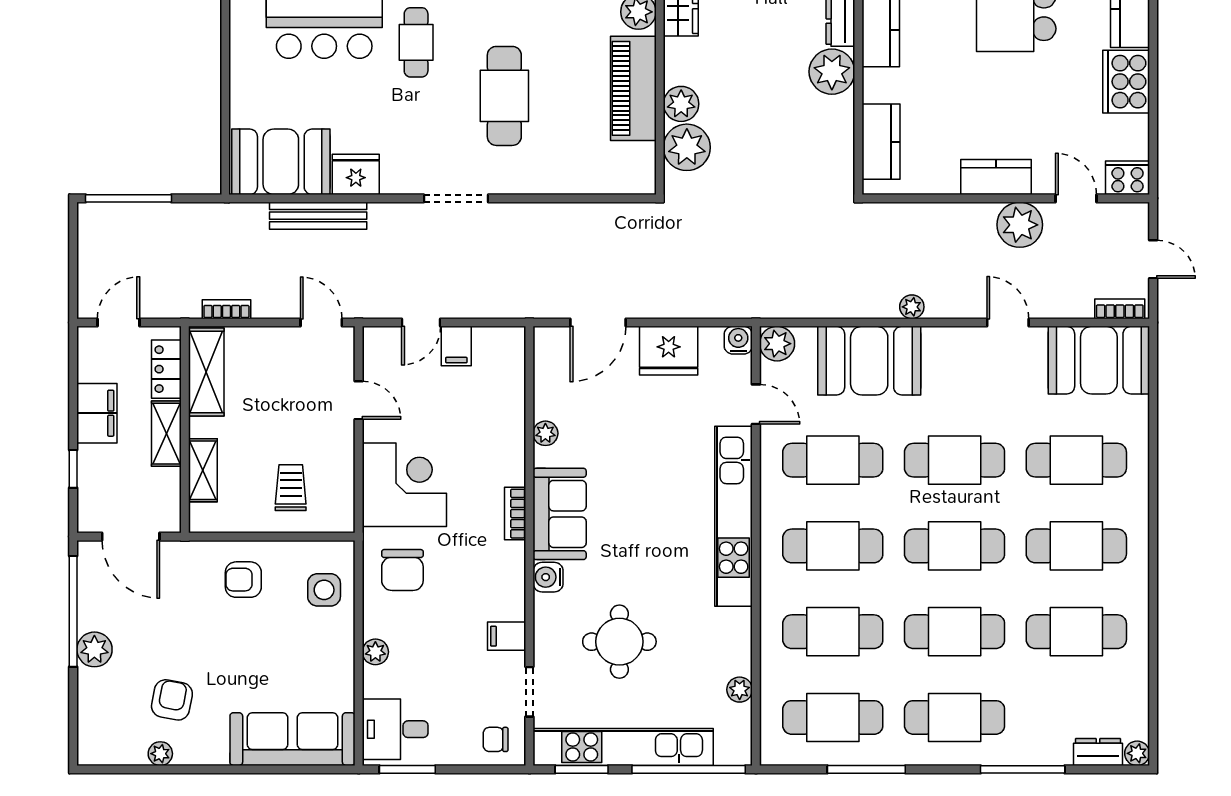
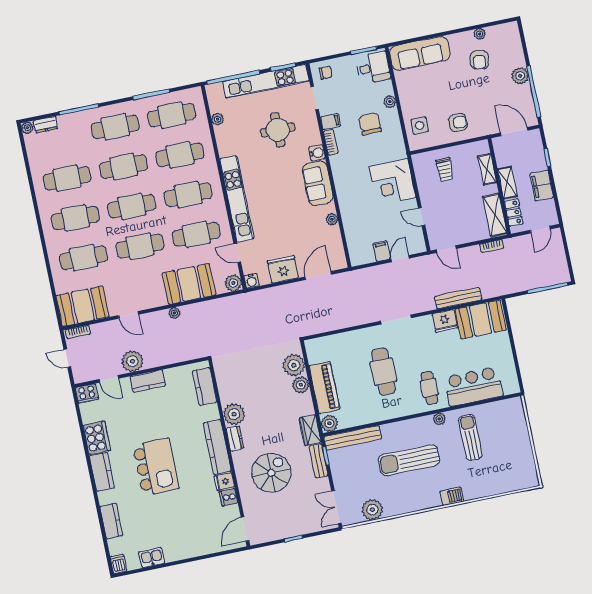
bookcase: (515, 514) -> (331, 142), moved
chair: (402, 570) -> (370, 124), moved

